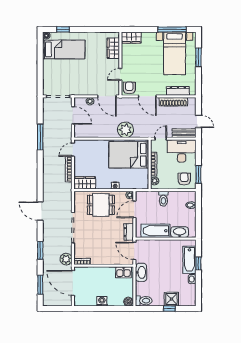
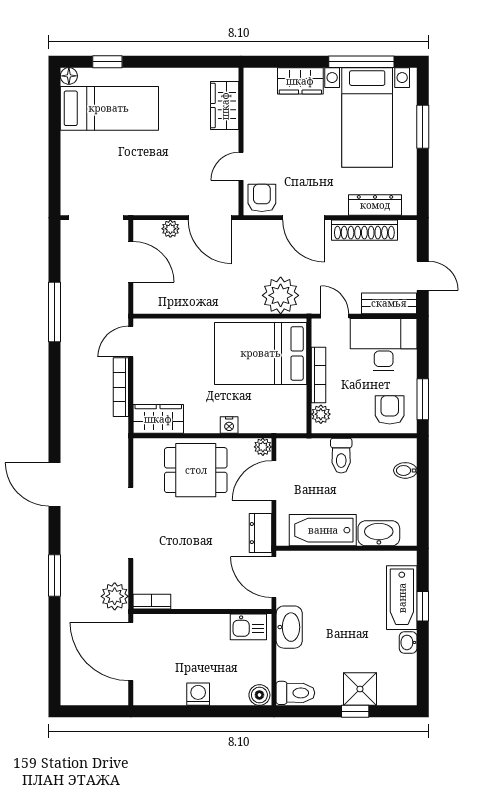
wardrobe: (131, 38) -> (300, 81), moved
plant: (125, 130) -> (281, 295), moved
door: (161, 139) -> (335, 316), hinge flipped
window: (40, 285) -> (55, 656), removed

